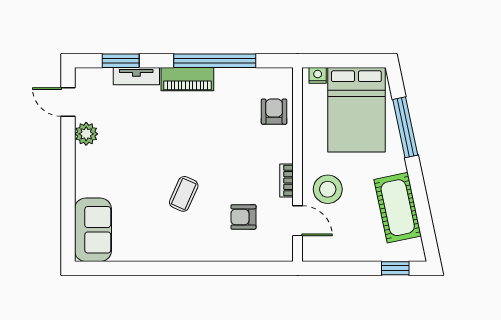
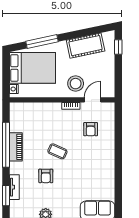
piano: (187, 79) -> (16, 147), moved
armchair: (274, 112) -> (46, 176), moved, turned -90
coffee table: (184, 194) -> (57, 151), moved

